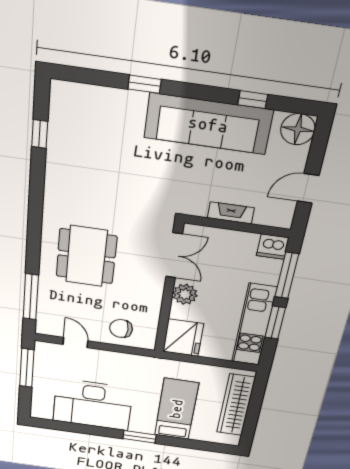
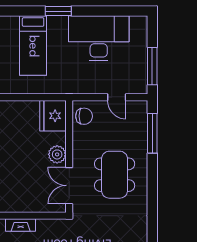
double door: (174, 255) -> (69, 186), moved
wall: (169, 290) -> (69, 156), moved
plant: (185, 294) -> (57, 154), moved
fridge: (183, 338) -> (53, 116), moved

